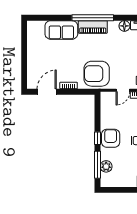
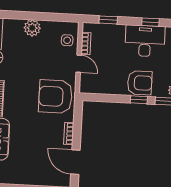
armchair: (97, 74) -> (55, 96), turned 90
armchair: (111, 138) -> (140, 83), turned 180

